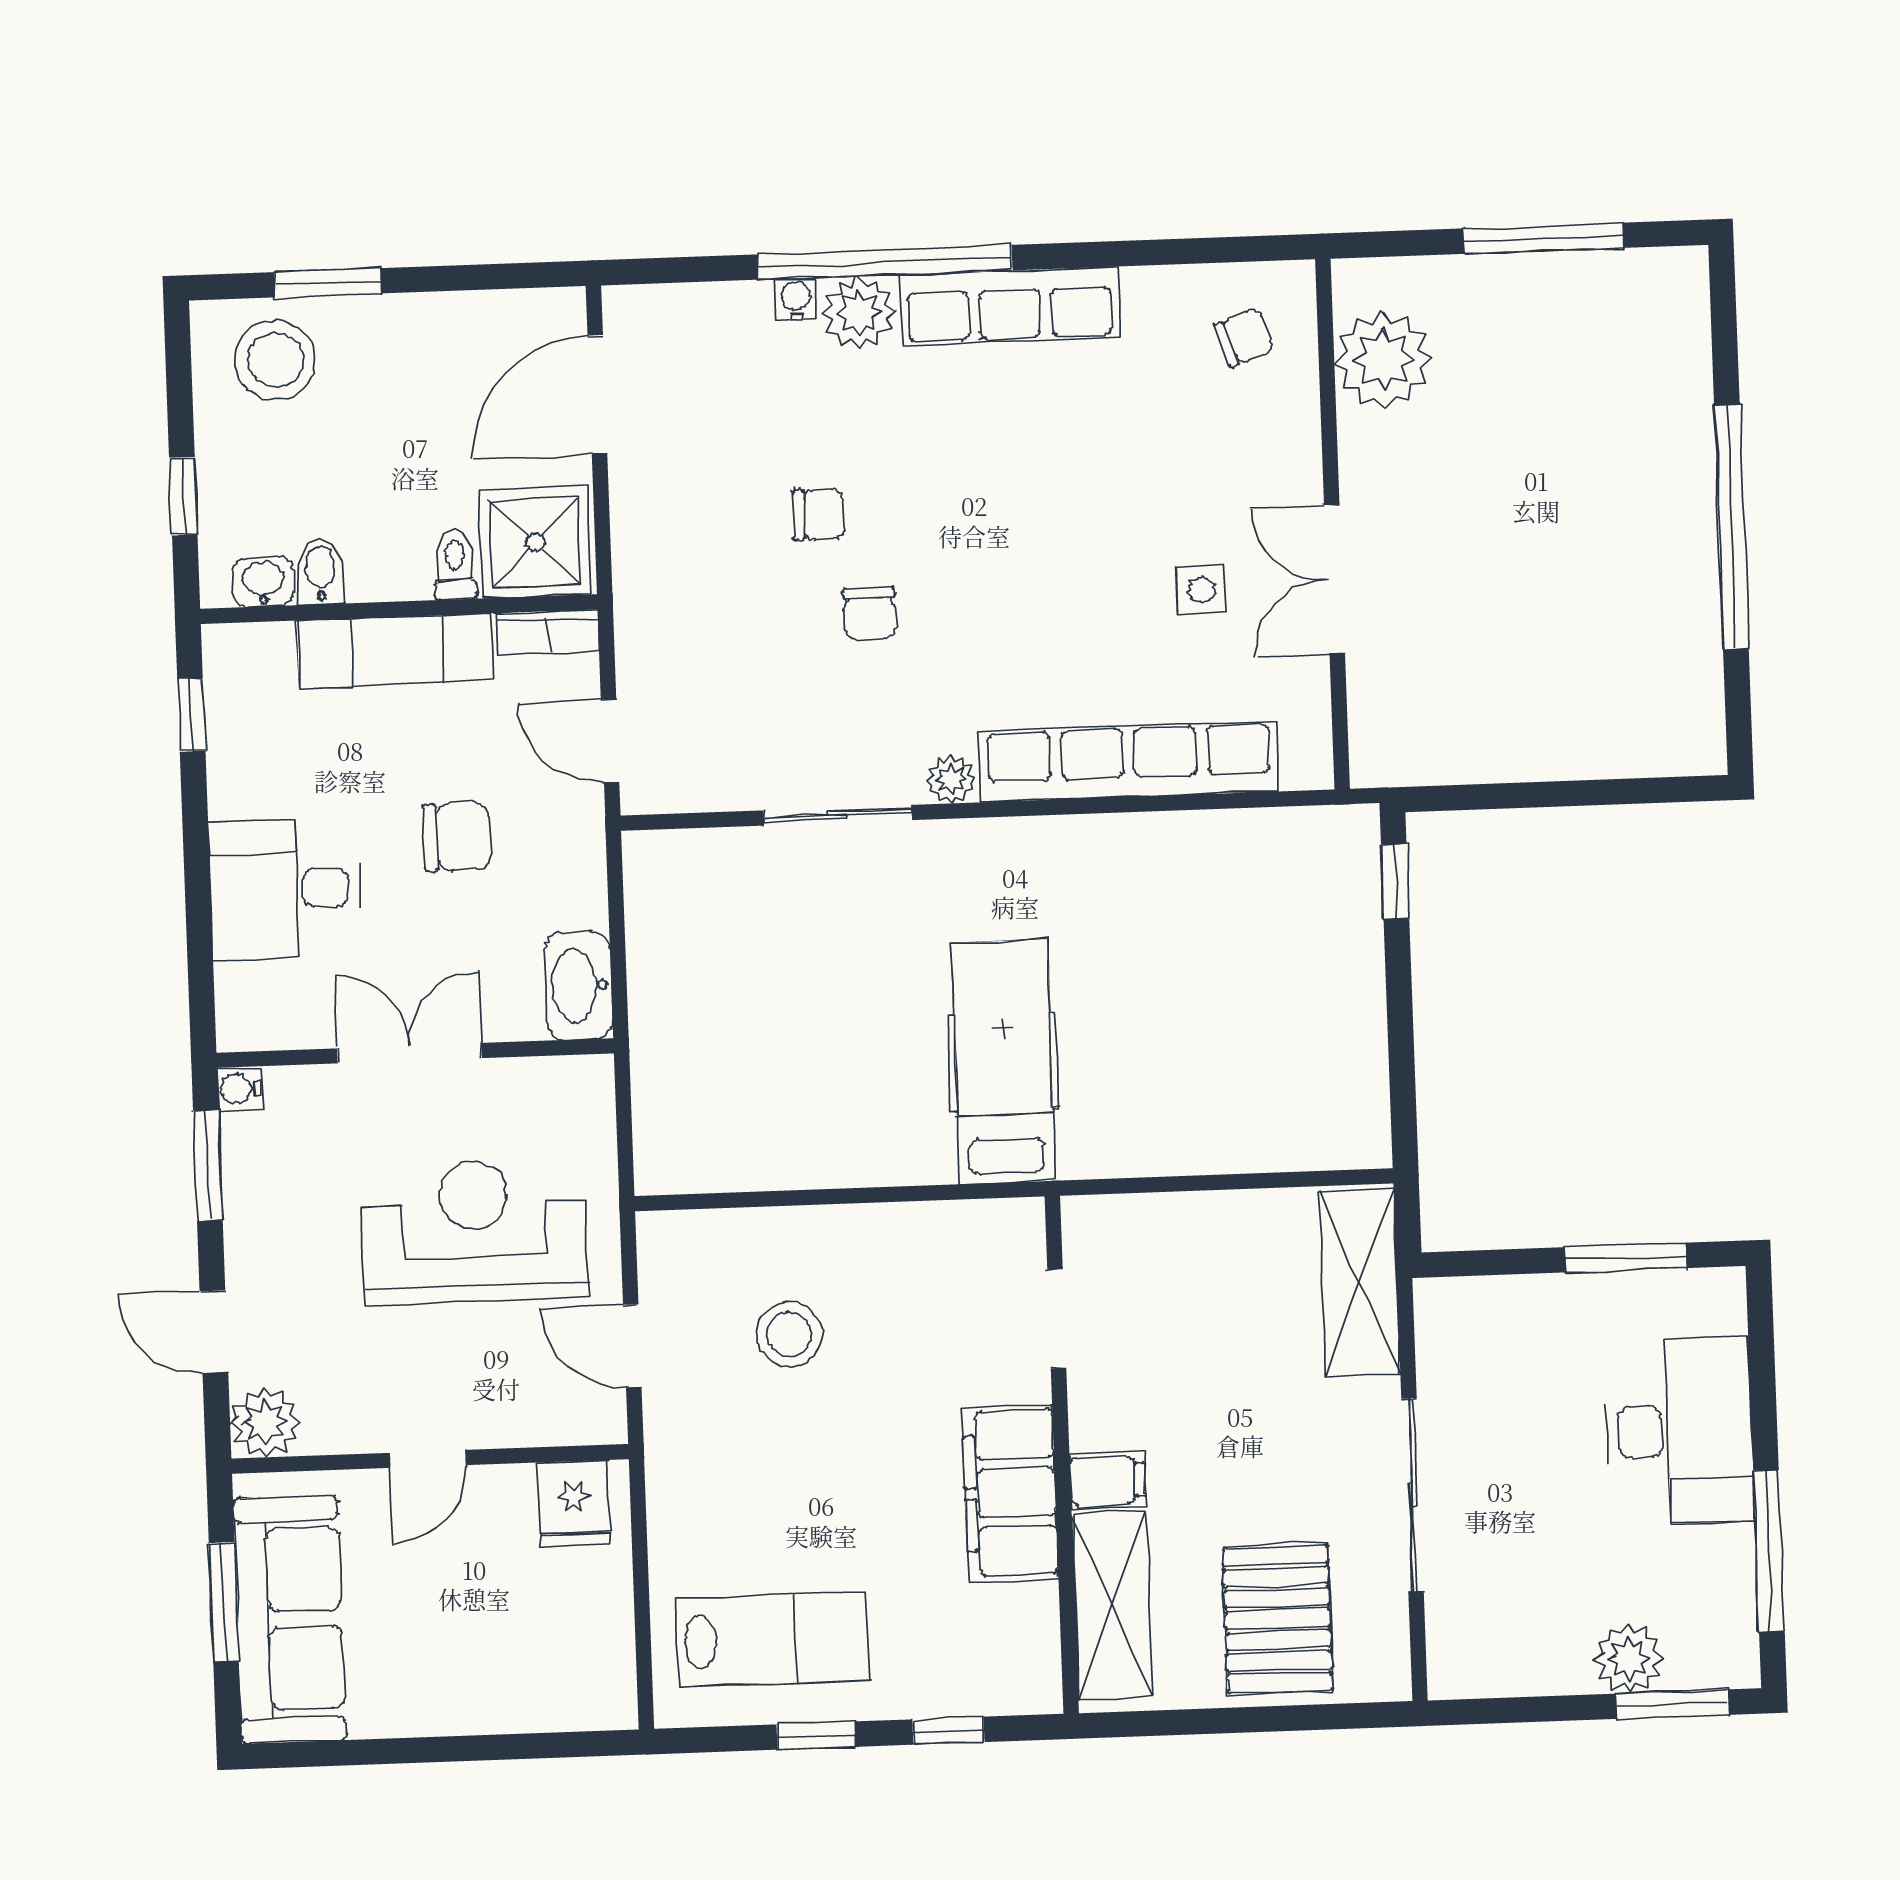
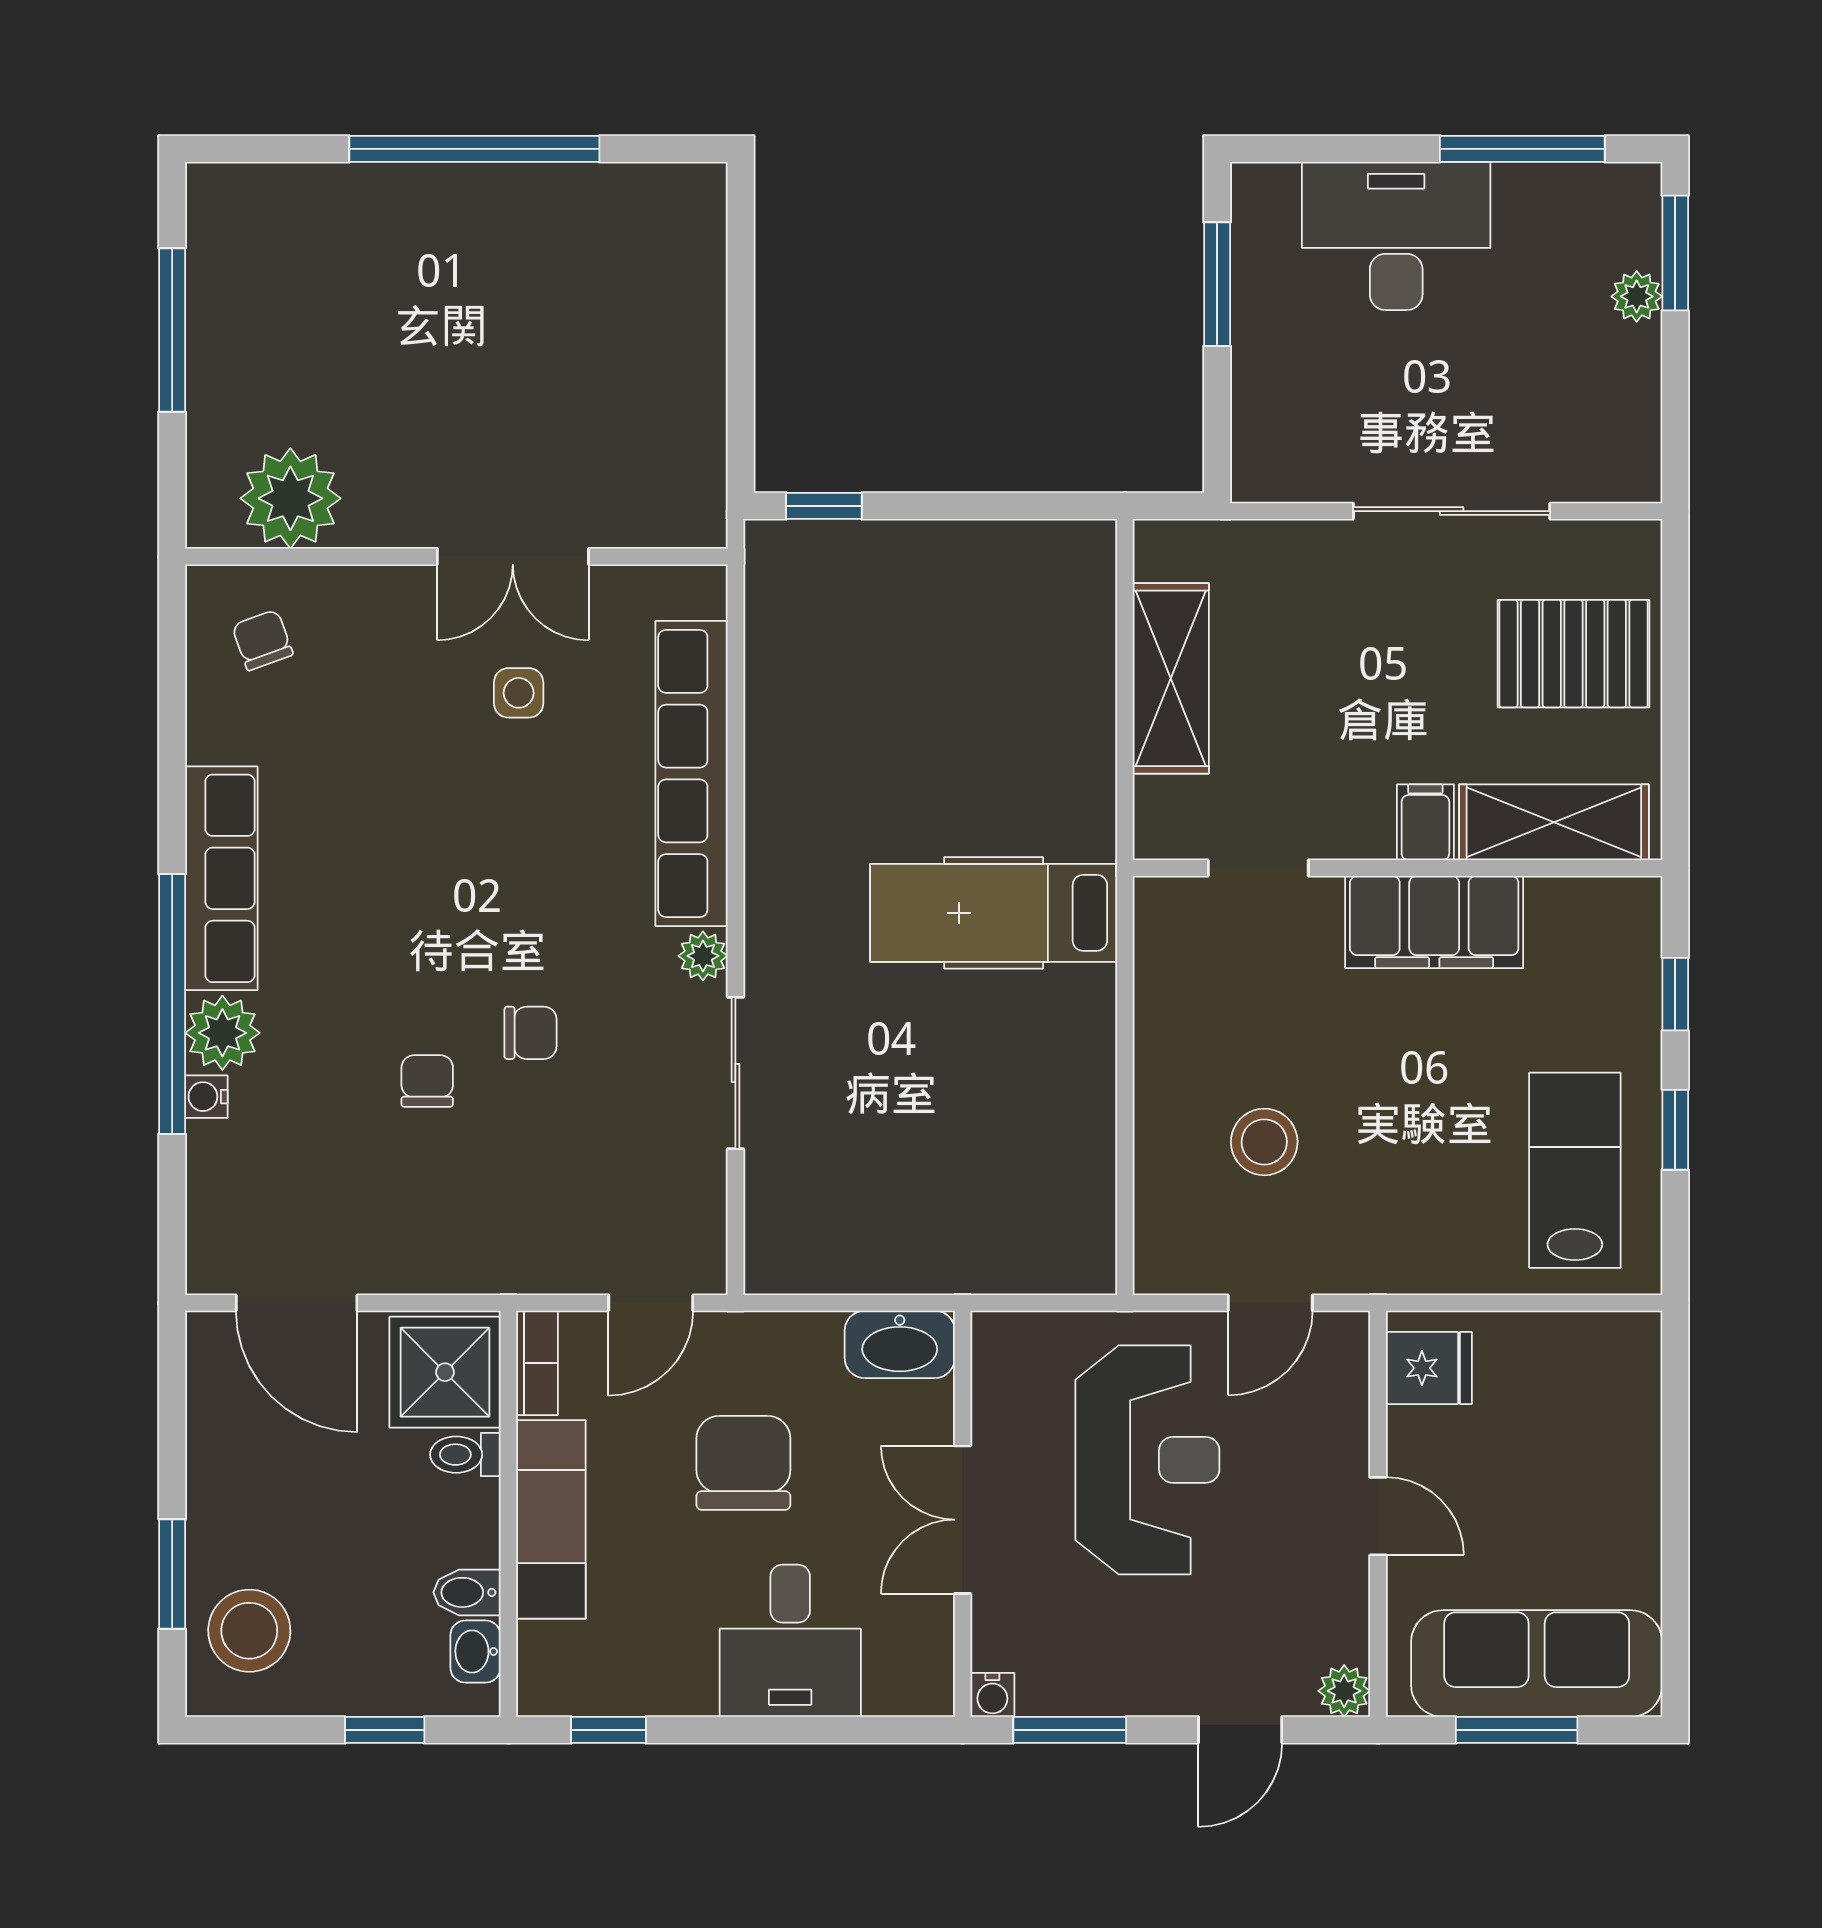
chair: (457, 837) -> (743, 1463), width x1.37, depth x1.37
reception desk: (474, 1232) -> (1147, 1460), turned 180
shelving: (1360, 1283) -> (1171, 678), moved, turned 90
plant: (265, 1422) -> (1344, 1691), width x0.73, depth x0.73
plant: (1629, 1659) -> (1637, 296), width x0.73, depth x0.73

